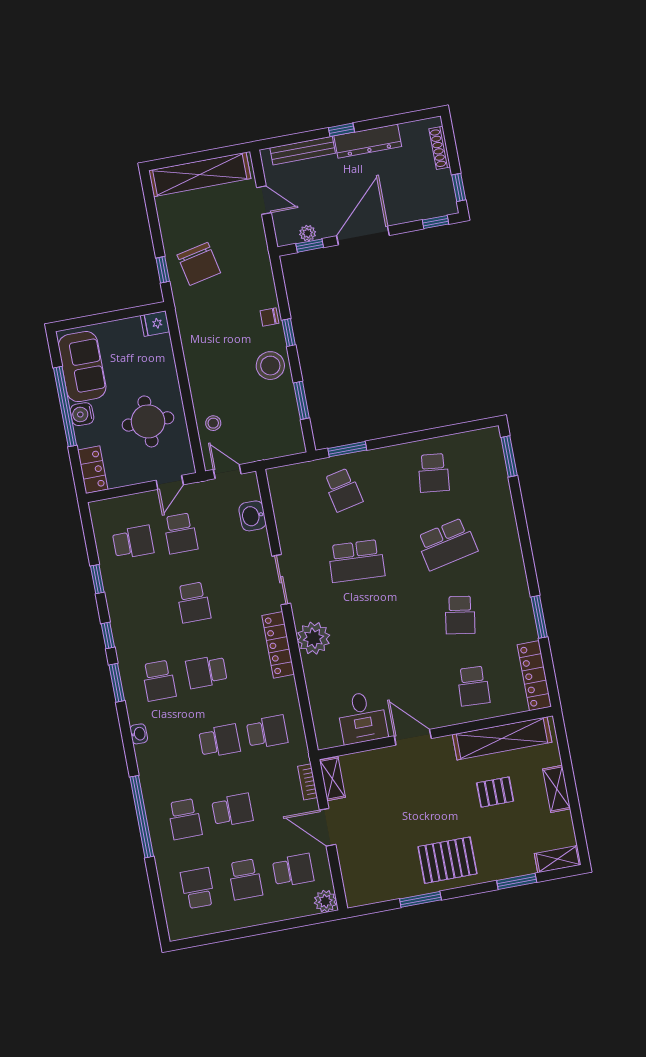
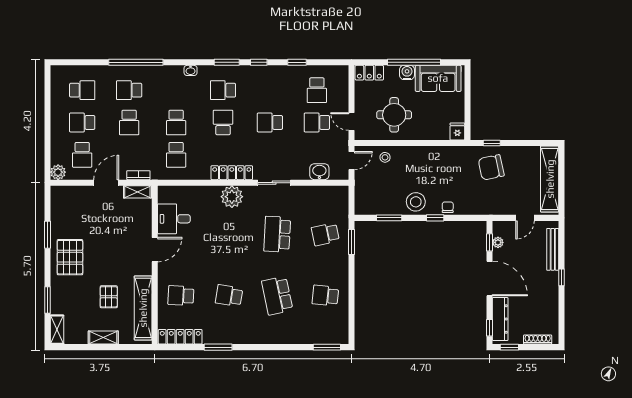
dresser: (368, 141) -> (500, 319), moved, turned 180

